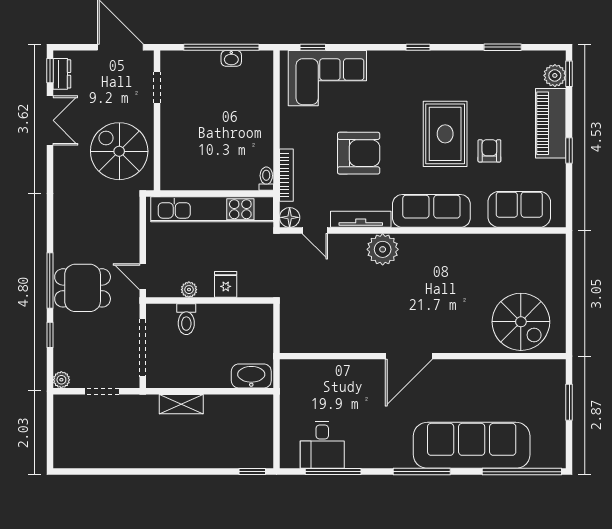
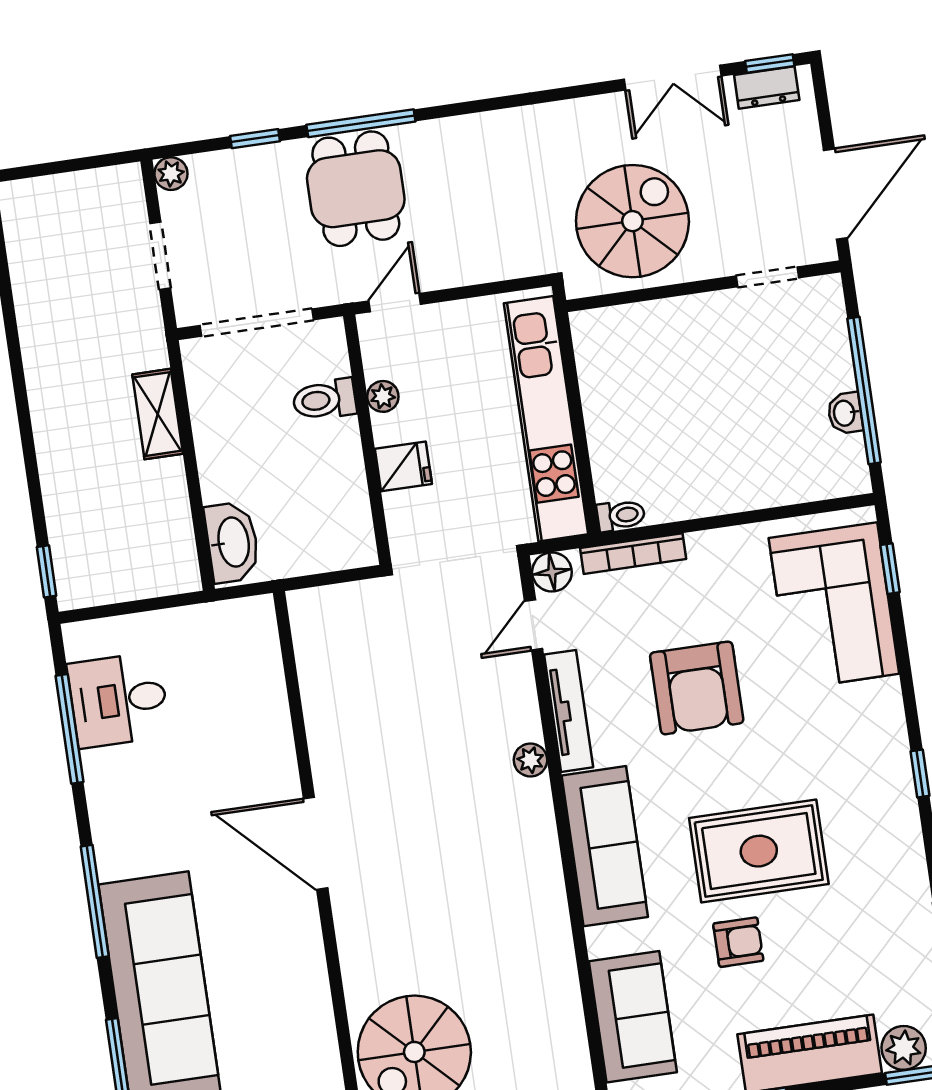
plant: (383, 249) -> (530, 760), width x0.53, depth x0.53

